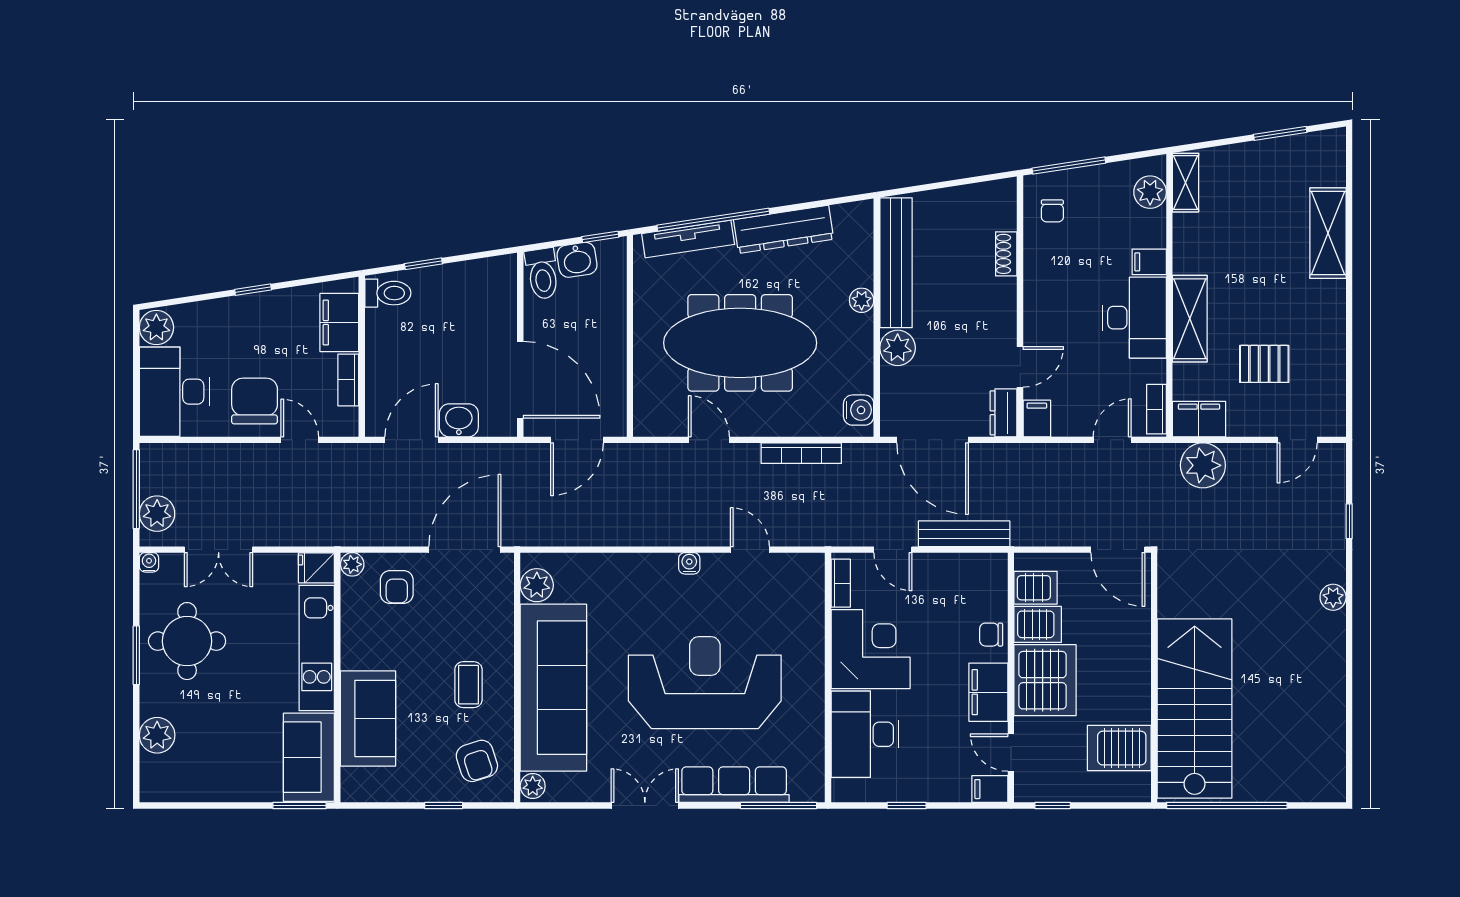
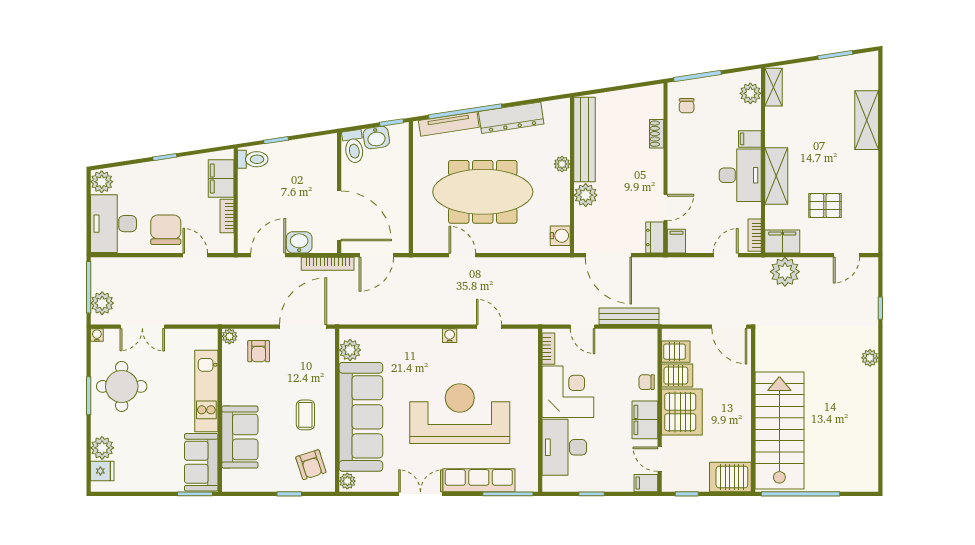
bookcase: (801, 453) -> (328, 264), moved
fridge: (316, 568) -> (102, 471), moved, turned 180
server rack: (1119, 748) -> (730, 477), moved

